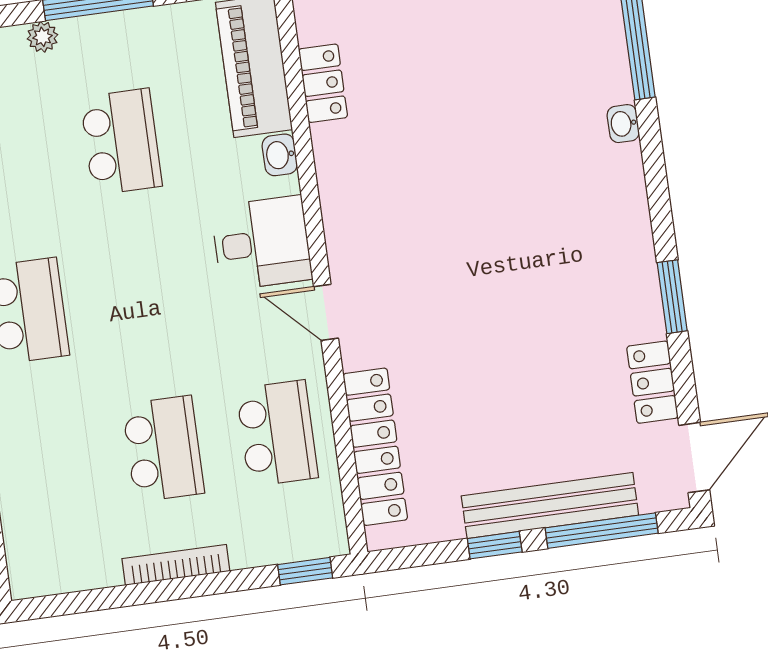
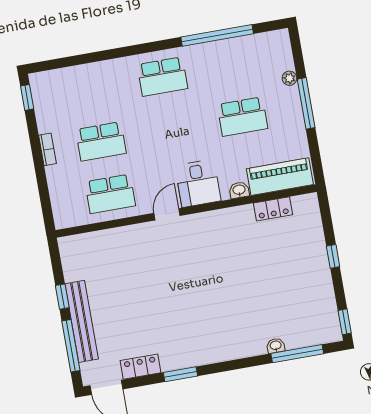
washbasin: (623, 124) -> (276, 346), moved
locker: (375, 447) -> (106, 240), removed
bookcase: (176, 565) -> (47, 149), width x0.64
window: (305, 571) -> (27, 97), moved

